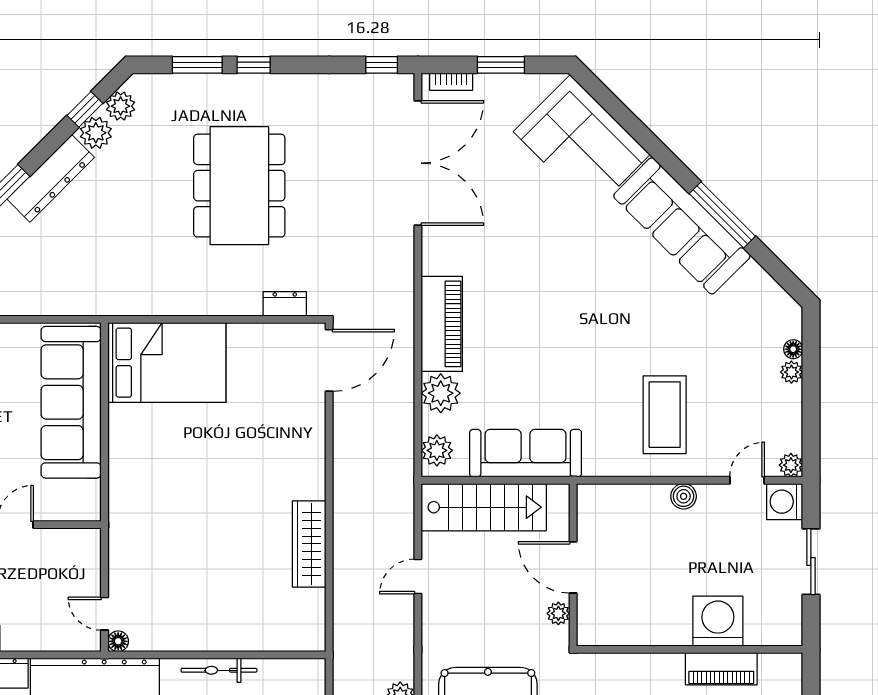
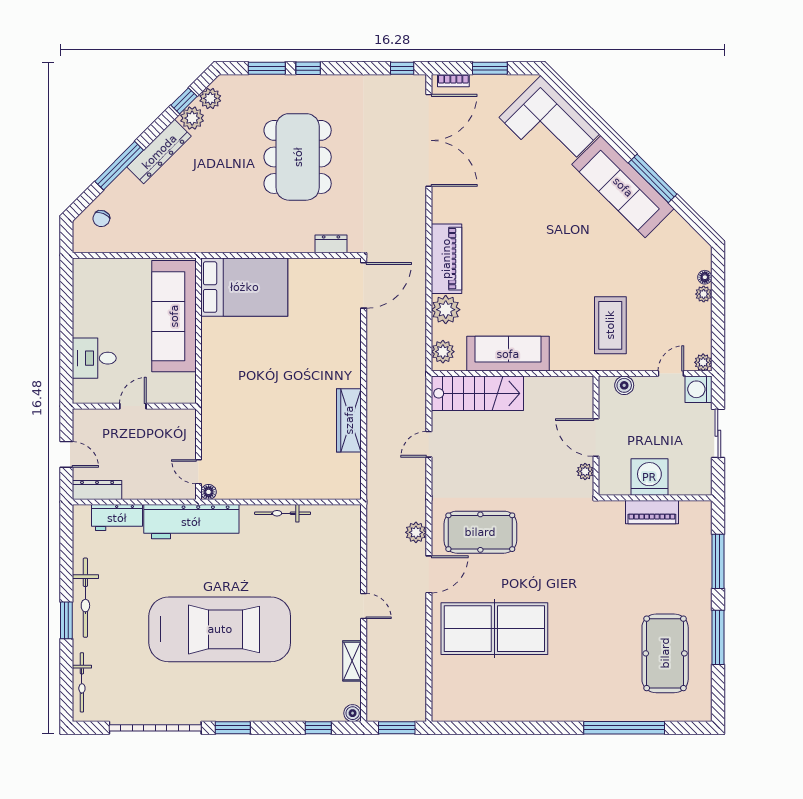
wall: (573, 565) -> (596, 436), moved
door: (573, 567) -> (596, 438), moved
plant: (558, 613) -> (585, 471), moved

